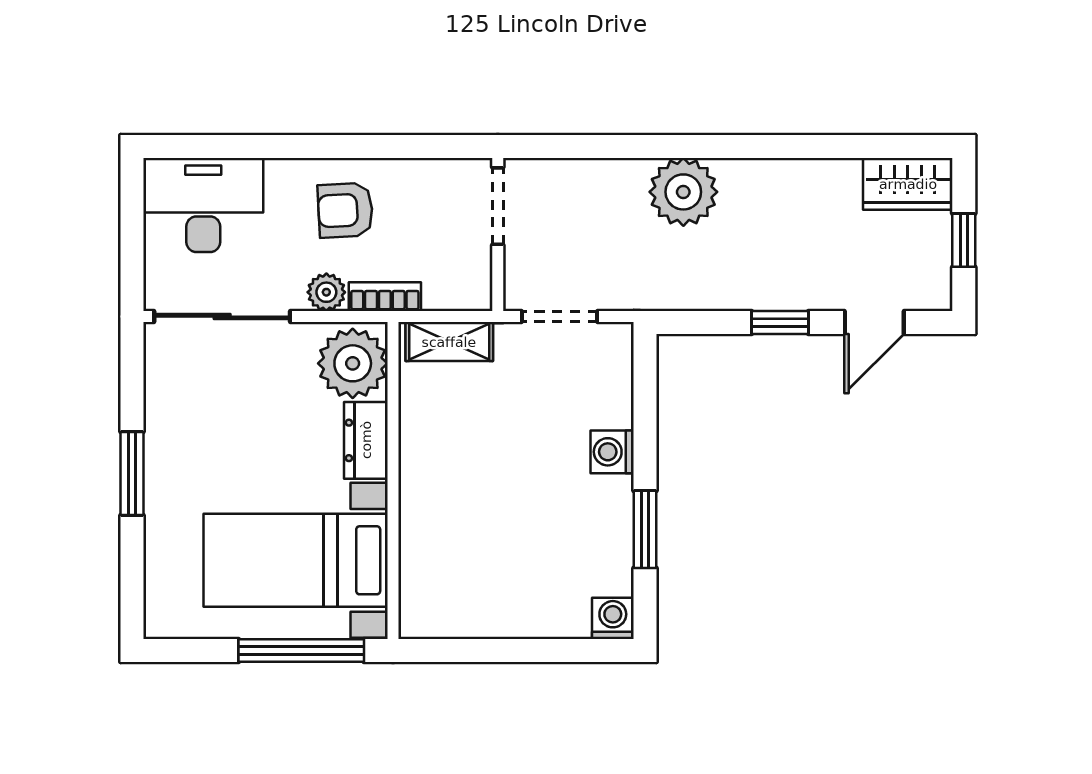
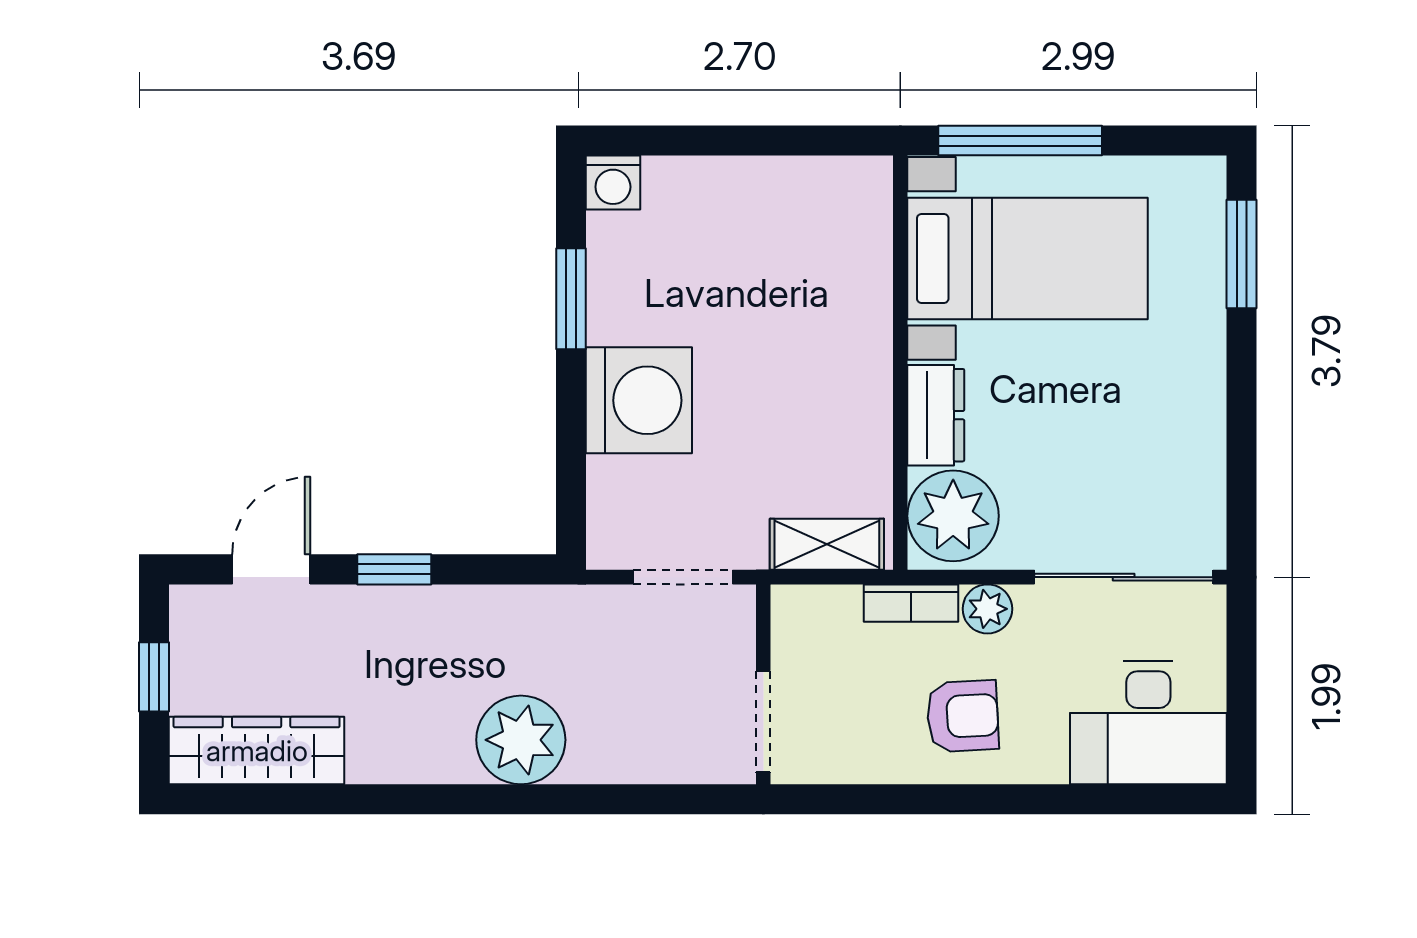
wardrobe: (908, 184) -> (257, 751), width x1.50
washing machine: (612, 452) -> (639, 400), width x1.89, depth x1.89
window: (132, 474) -> (1242, 254), moved

